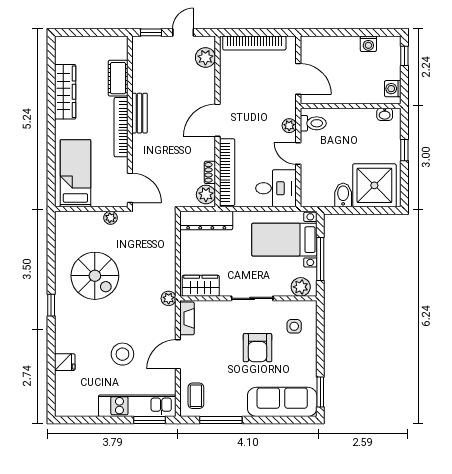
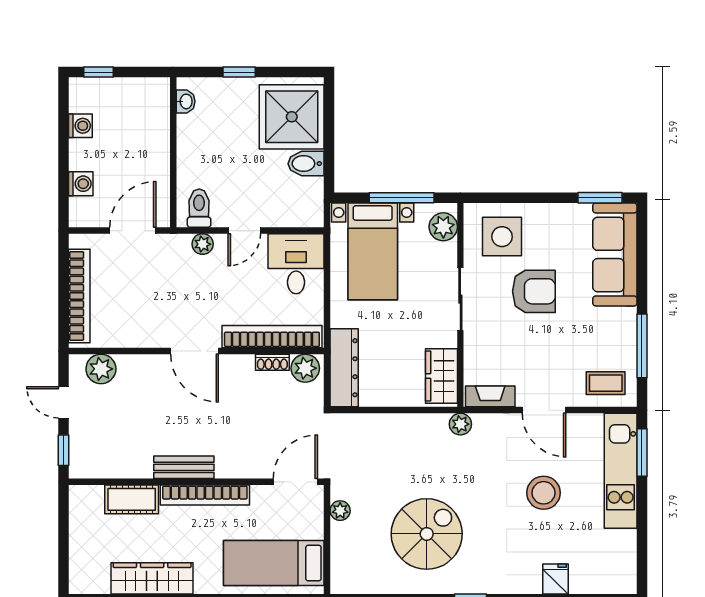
washing machine: (393, 89) -> (81, 184), moved, turned -90
side table: (294, 326) -> (502, 237), width x1.87, depth x1.87

